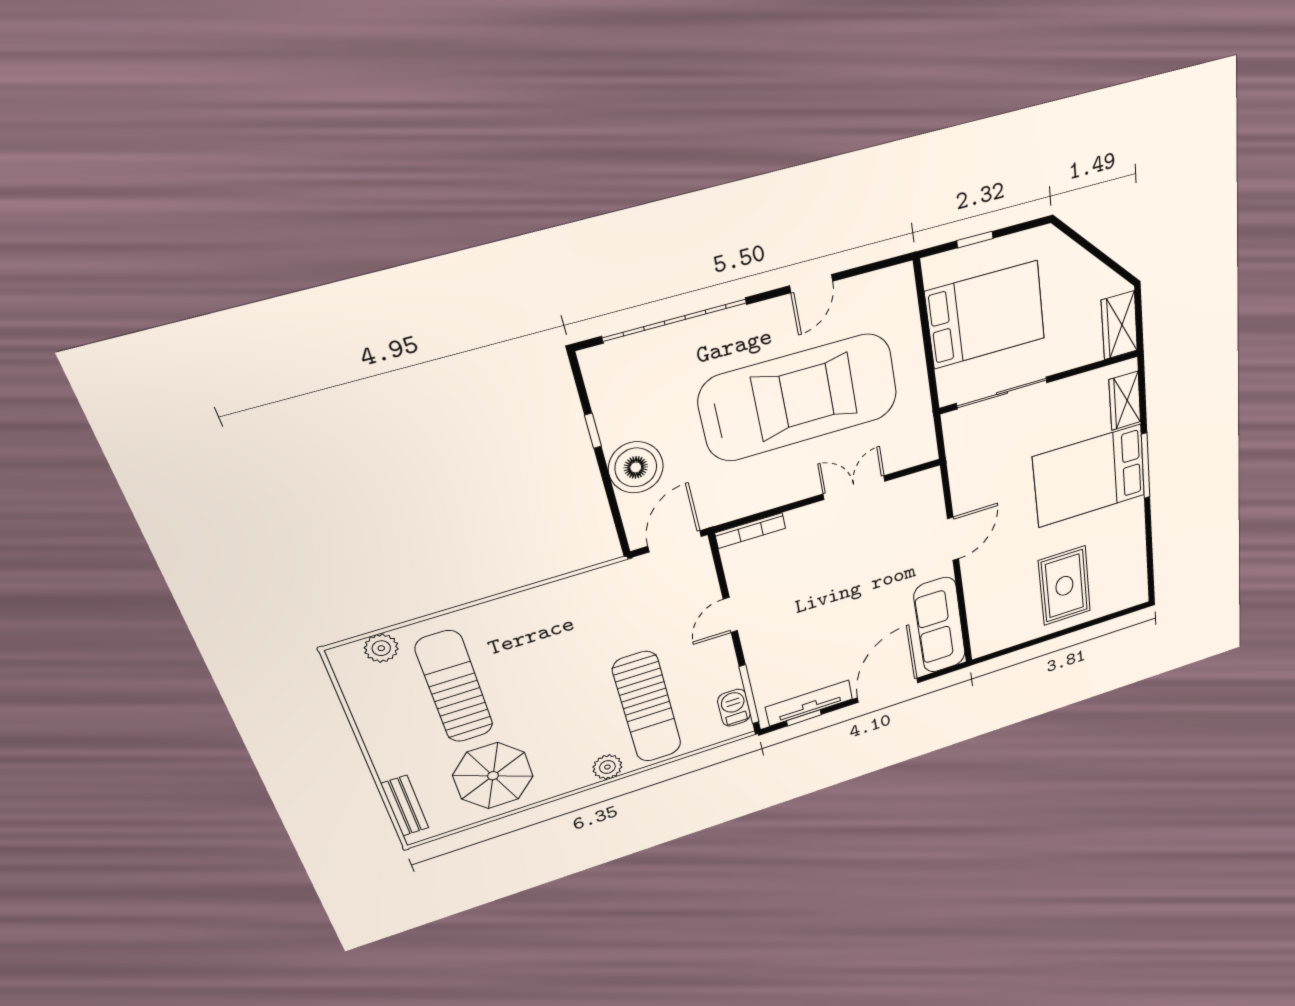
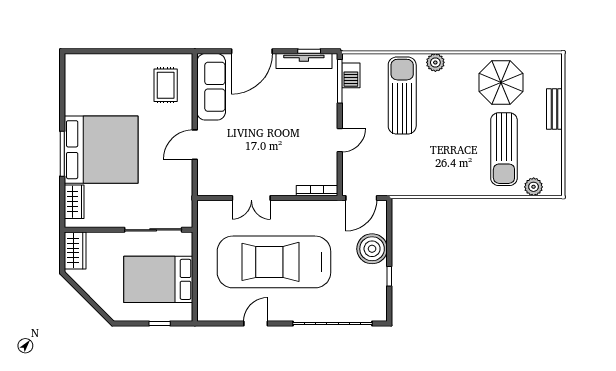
bed: (1089, 476) -> (101, 150), width x1.36
rug: (1064, 586) -> (166, 85), moved, width x0.73, depth x0.70
bench: (405, 806) -> (554, 109), moved

